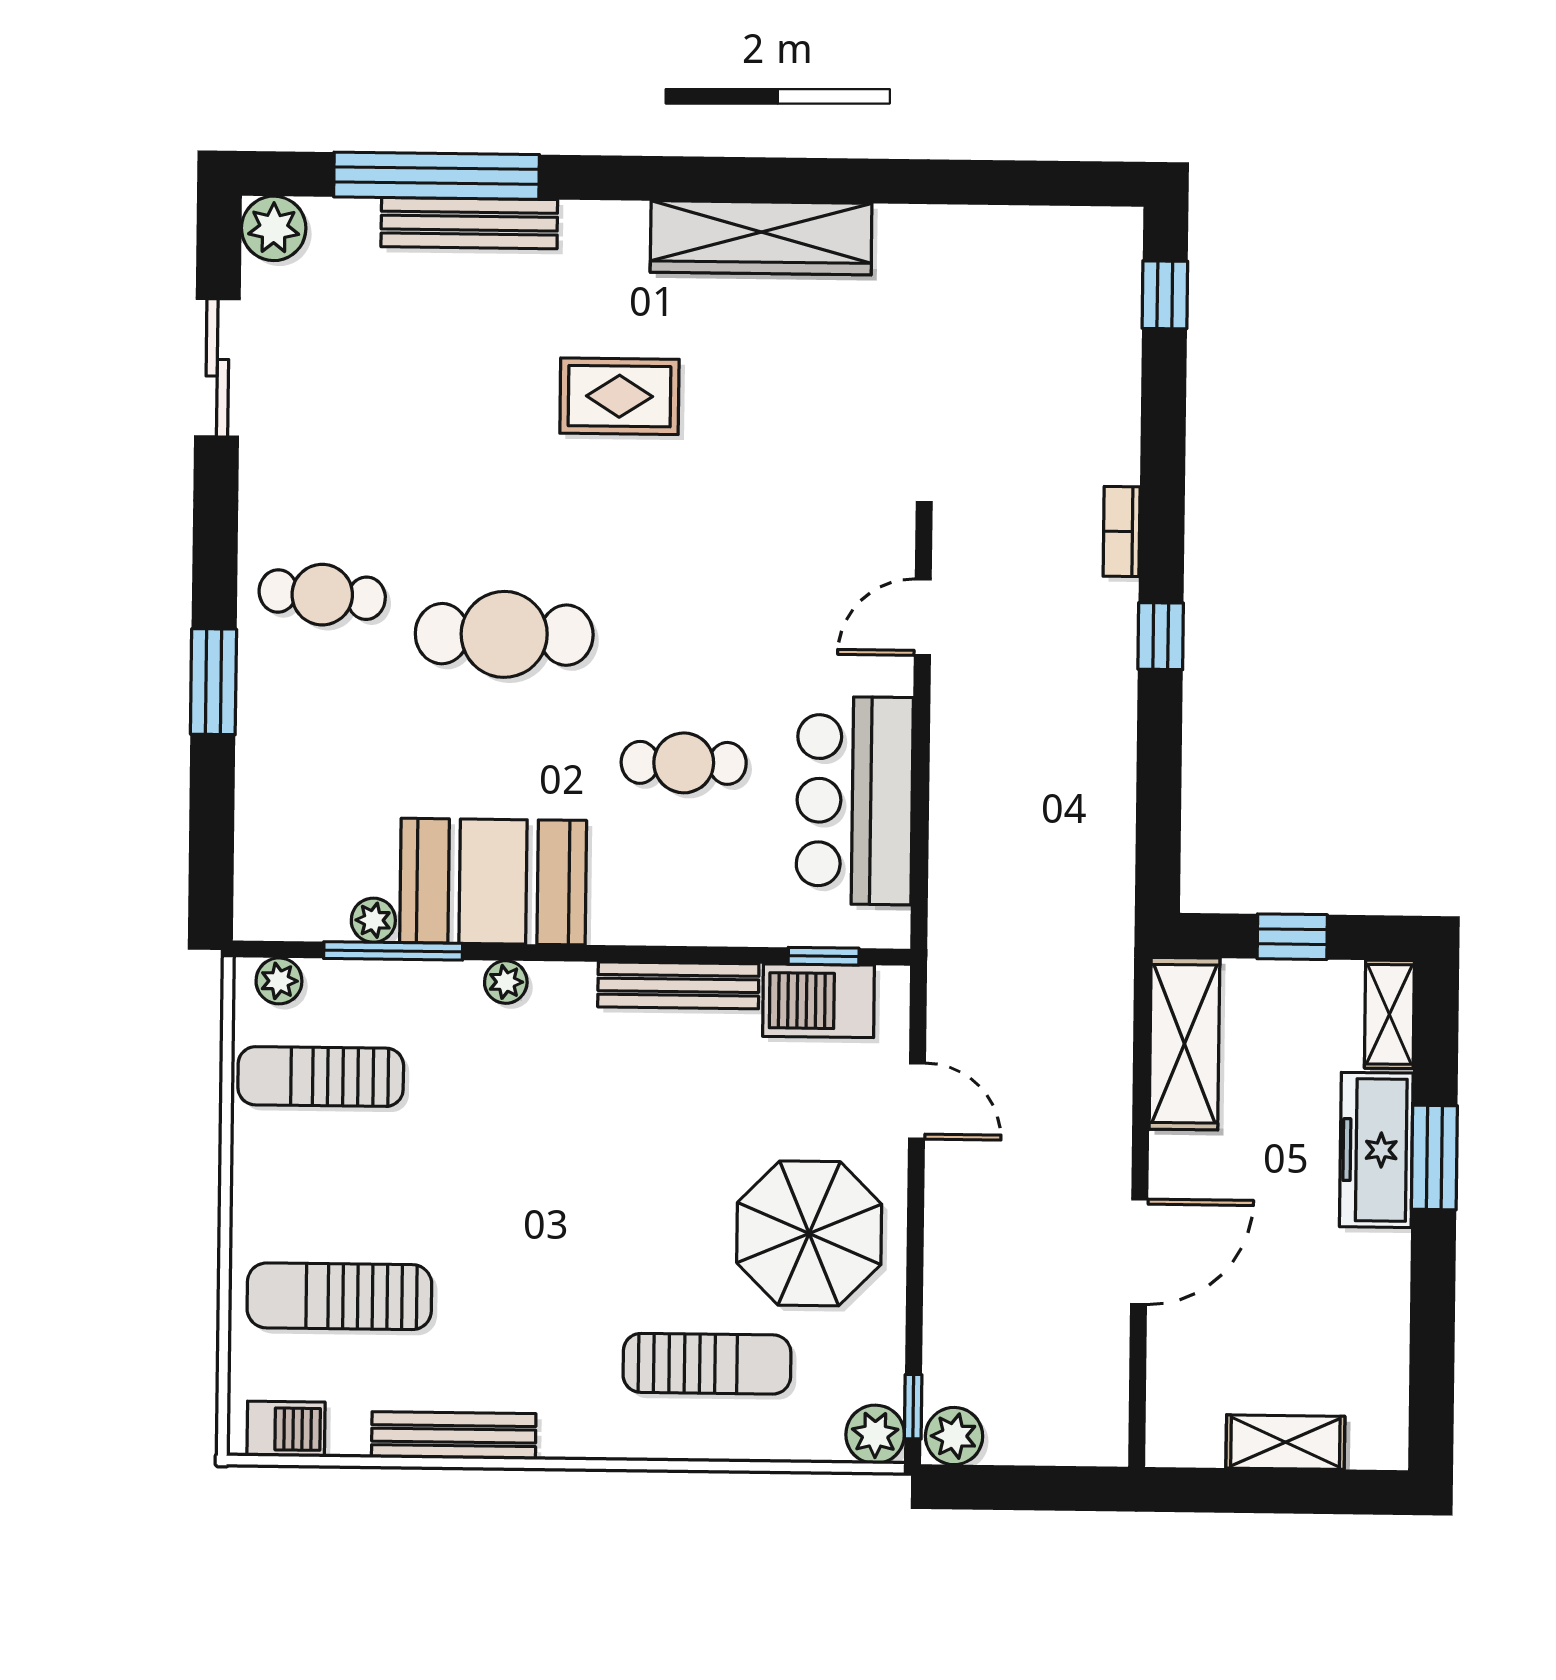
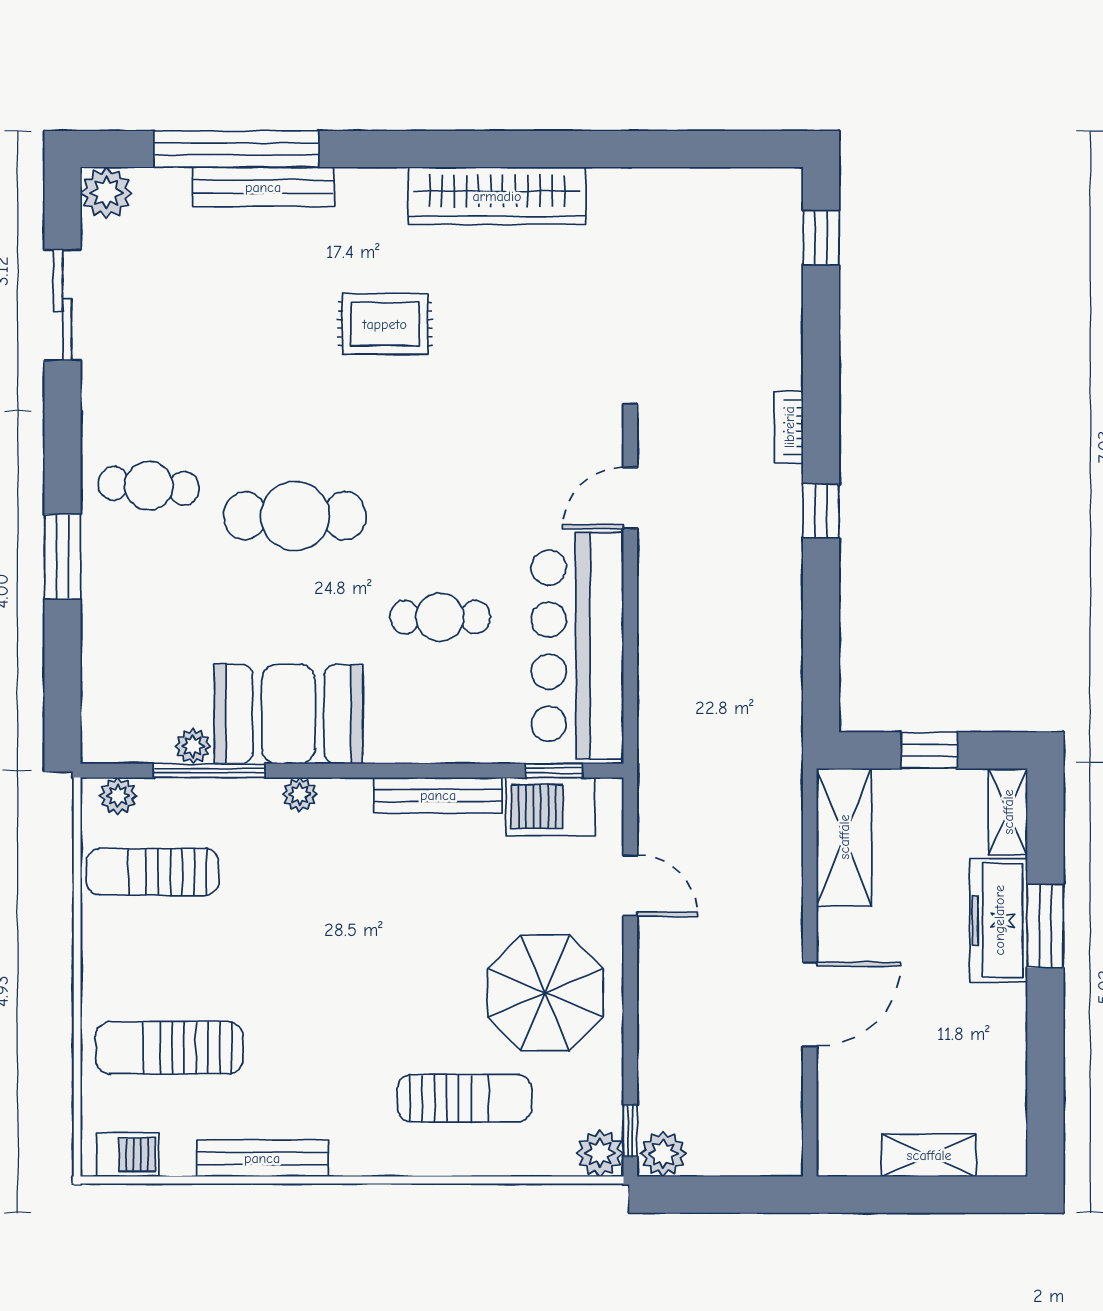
bar counter: (855, 801) -> (577, 646), width x1.36

